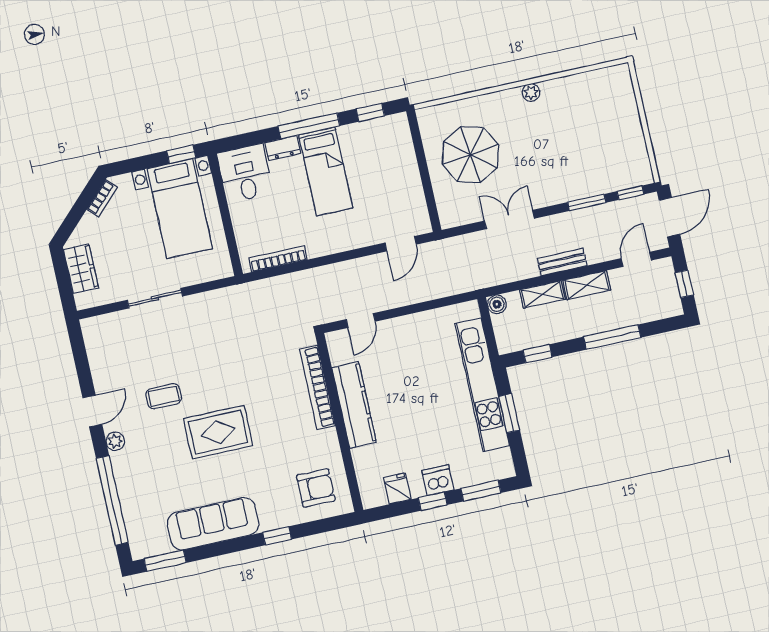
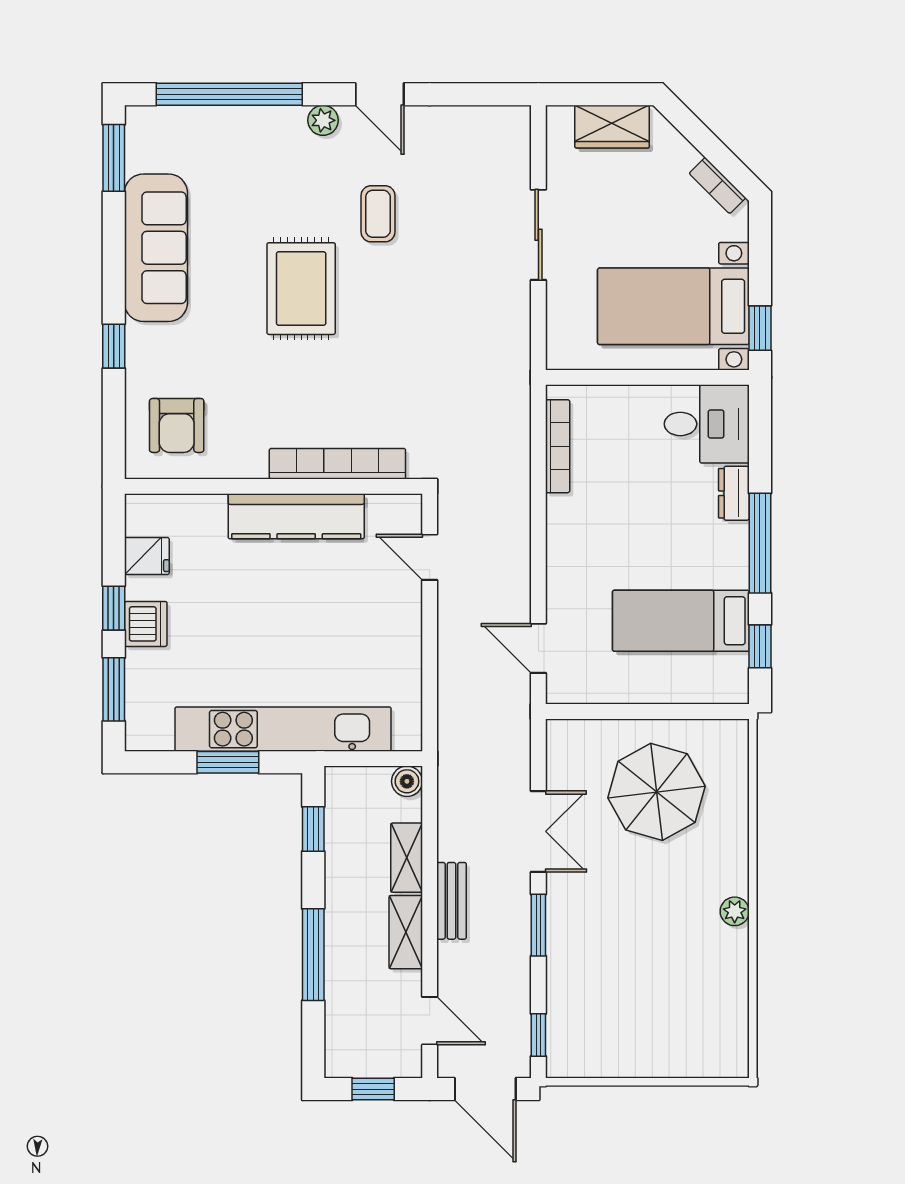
bed: (326, 172) -> (681, 621), moved
window: (587, 202) -> (538, 925), moved

